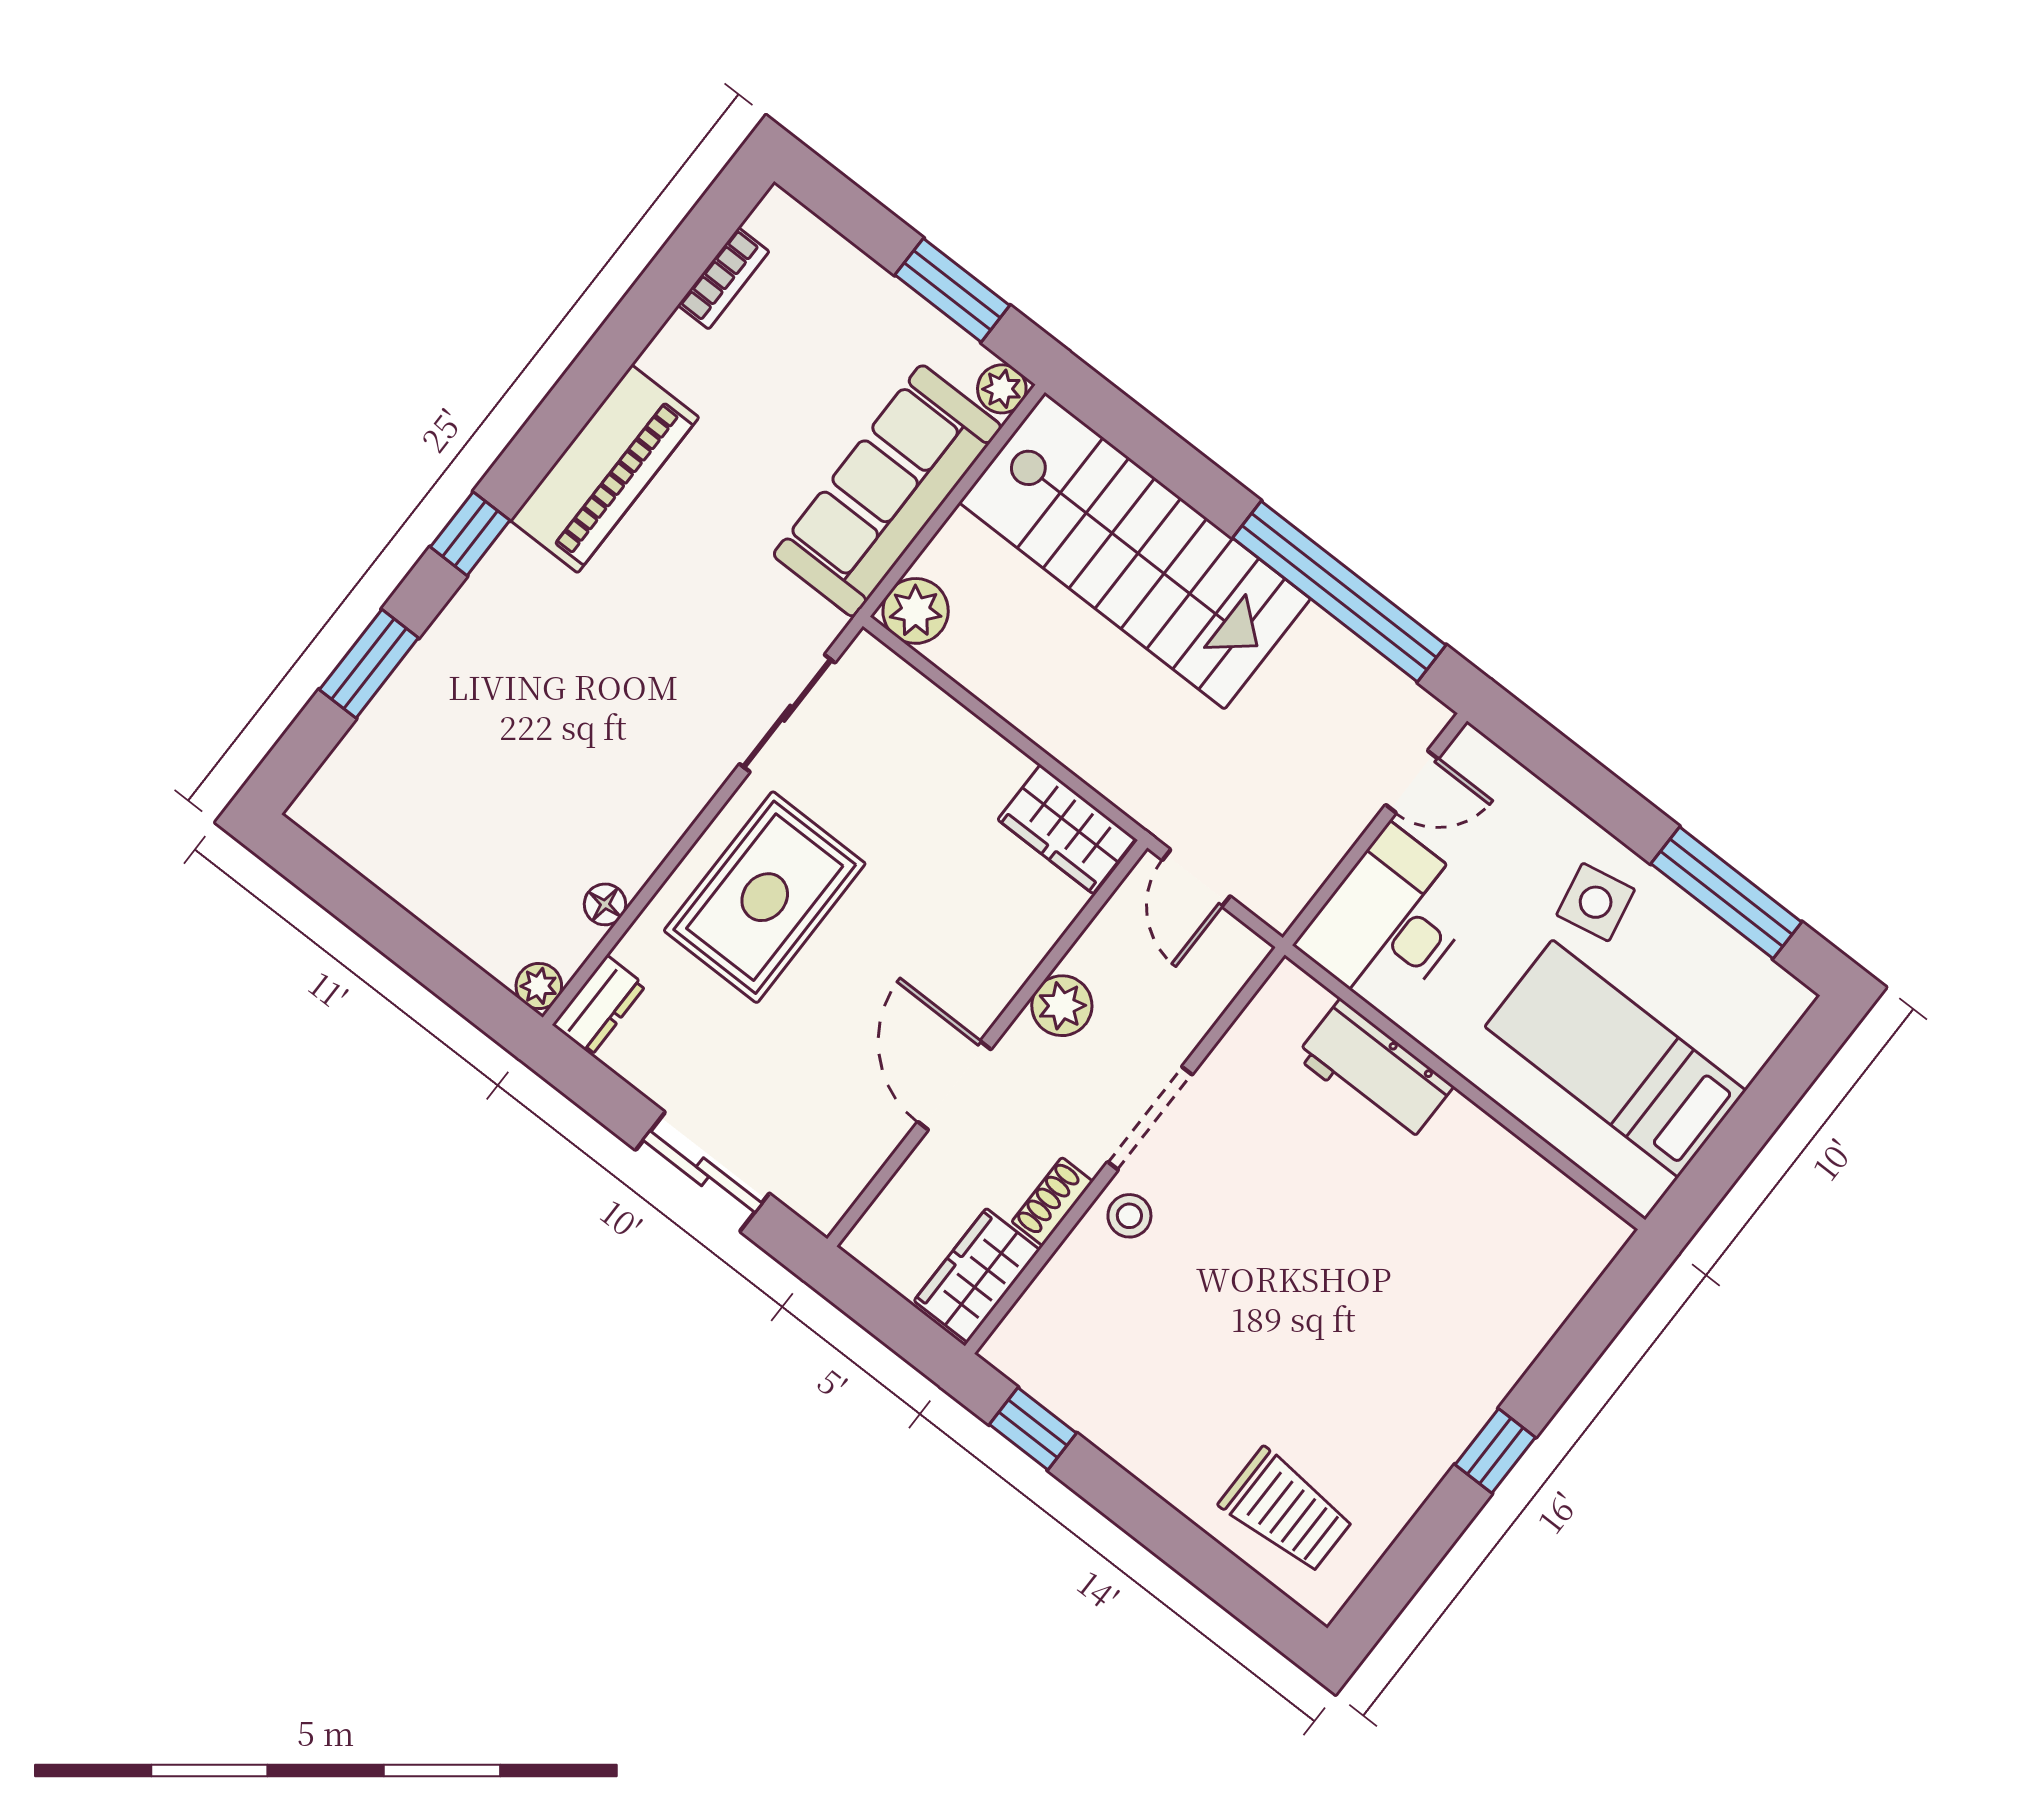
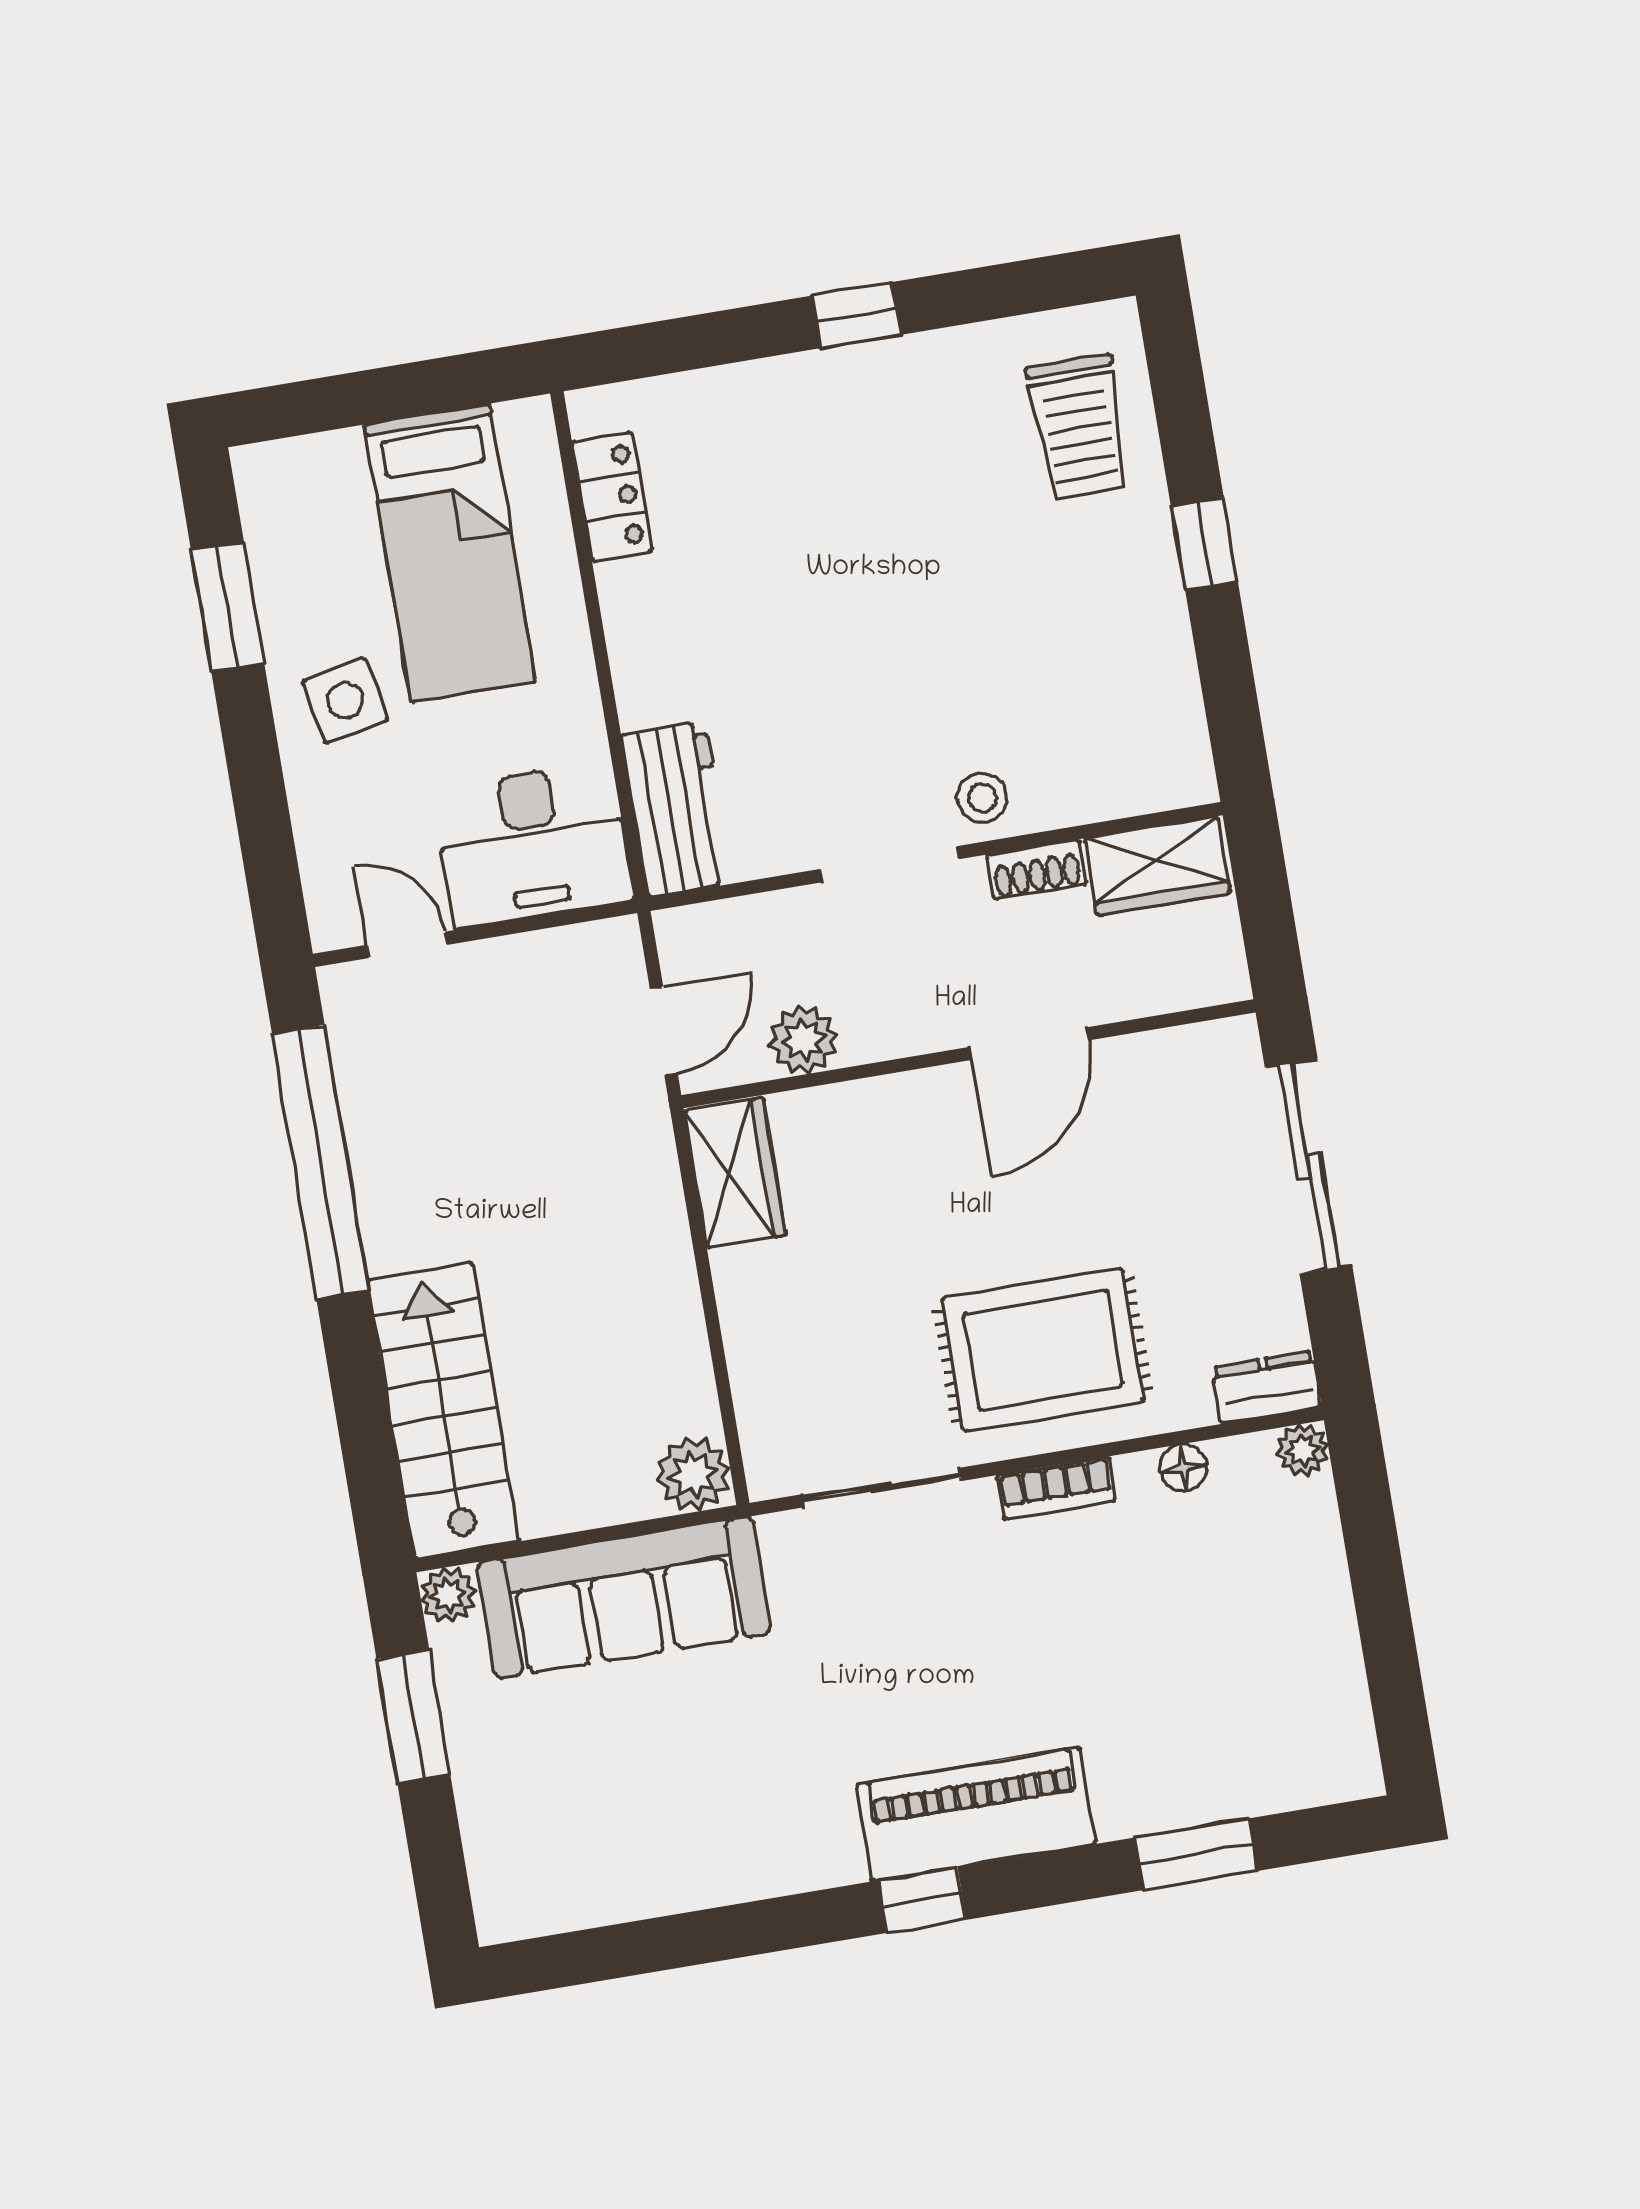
bookcase: (723, 278) -> (1056, 1488), moved, turned 180
piano: (605, 469) -> (976, 1814), moved
window: (470, 534) -> (922, 1900), moved
stairs: (1135, 551) -> (443, 1411), width x0.73, depth x0.66
window: (1726, 893) -> (228, 607), width x0.69
plant: (1062, 1006) -> (803, 1040), moved
workbench: (1374, 1071) -> (677, 809), moved
sliding door: (702, 1172) -> (1309, 1166), width x1.37
locker: (1545, 1191) -> (612, 497), added
window: (1033, 1429) -> (1204, 543), moved
trolley: (1286, 1511) -> (1079, 427), turned 180

